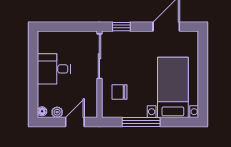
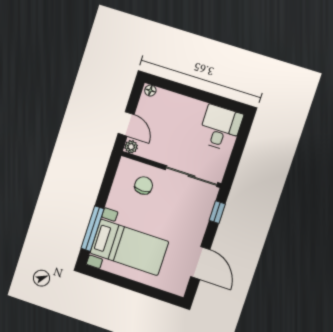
desk: (54, 69) -> (220, 128), moved
plant: (57, 112) -> (131, 147), moved
window: (141, 122) -> (92, 229), moved

